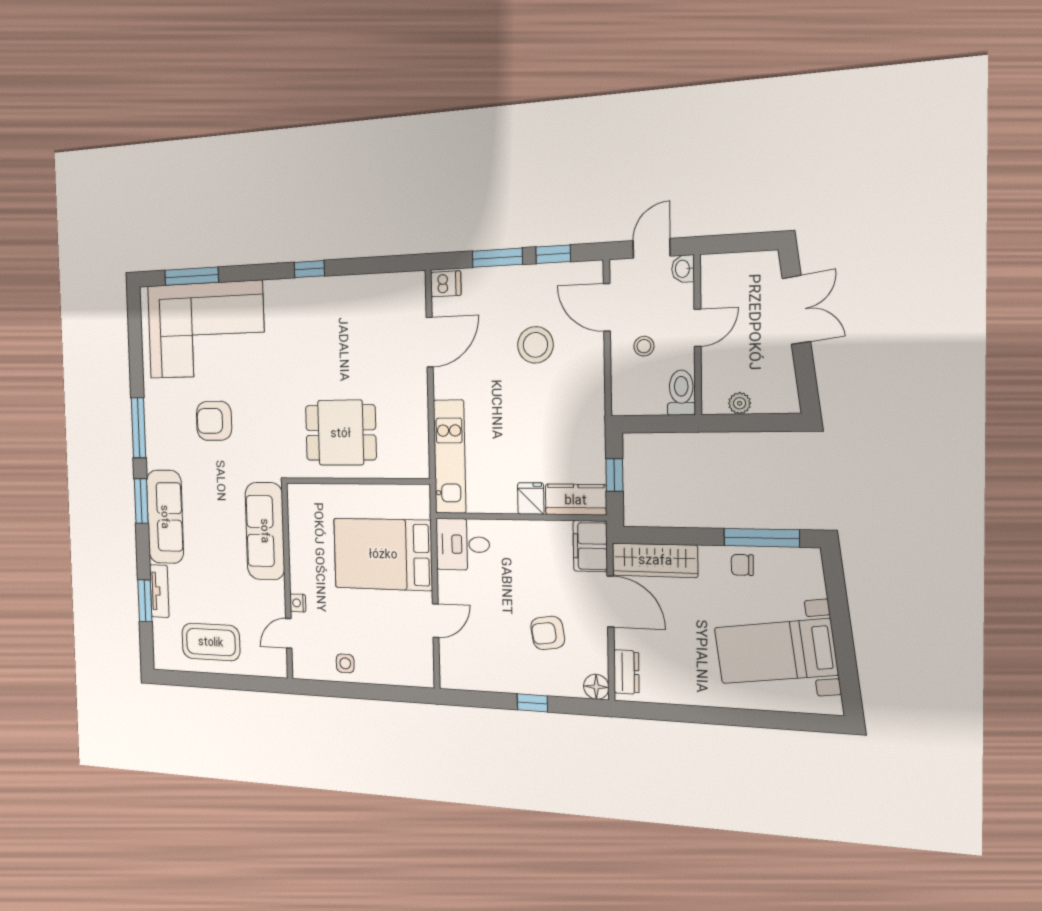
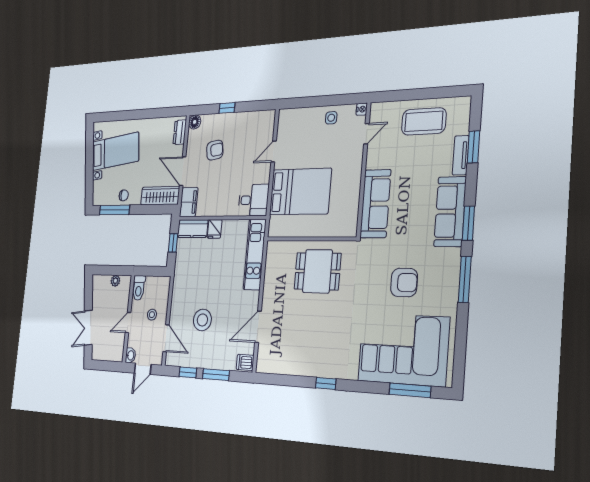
nightstand: (298, 603) -> (362, 109), moved

